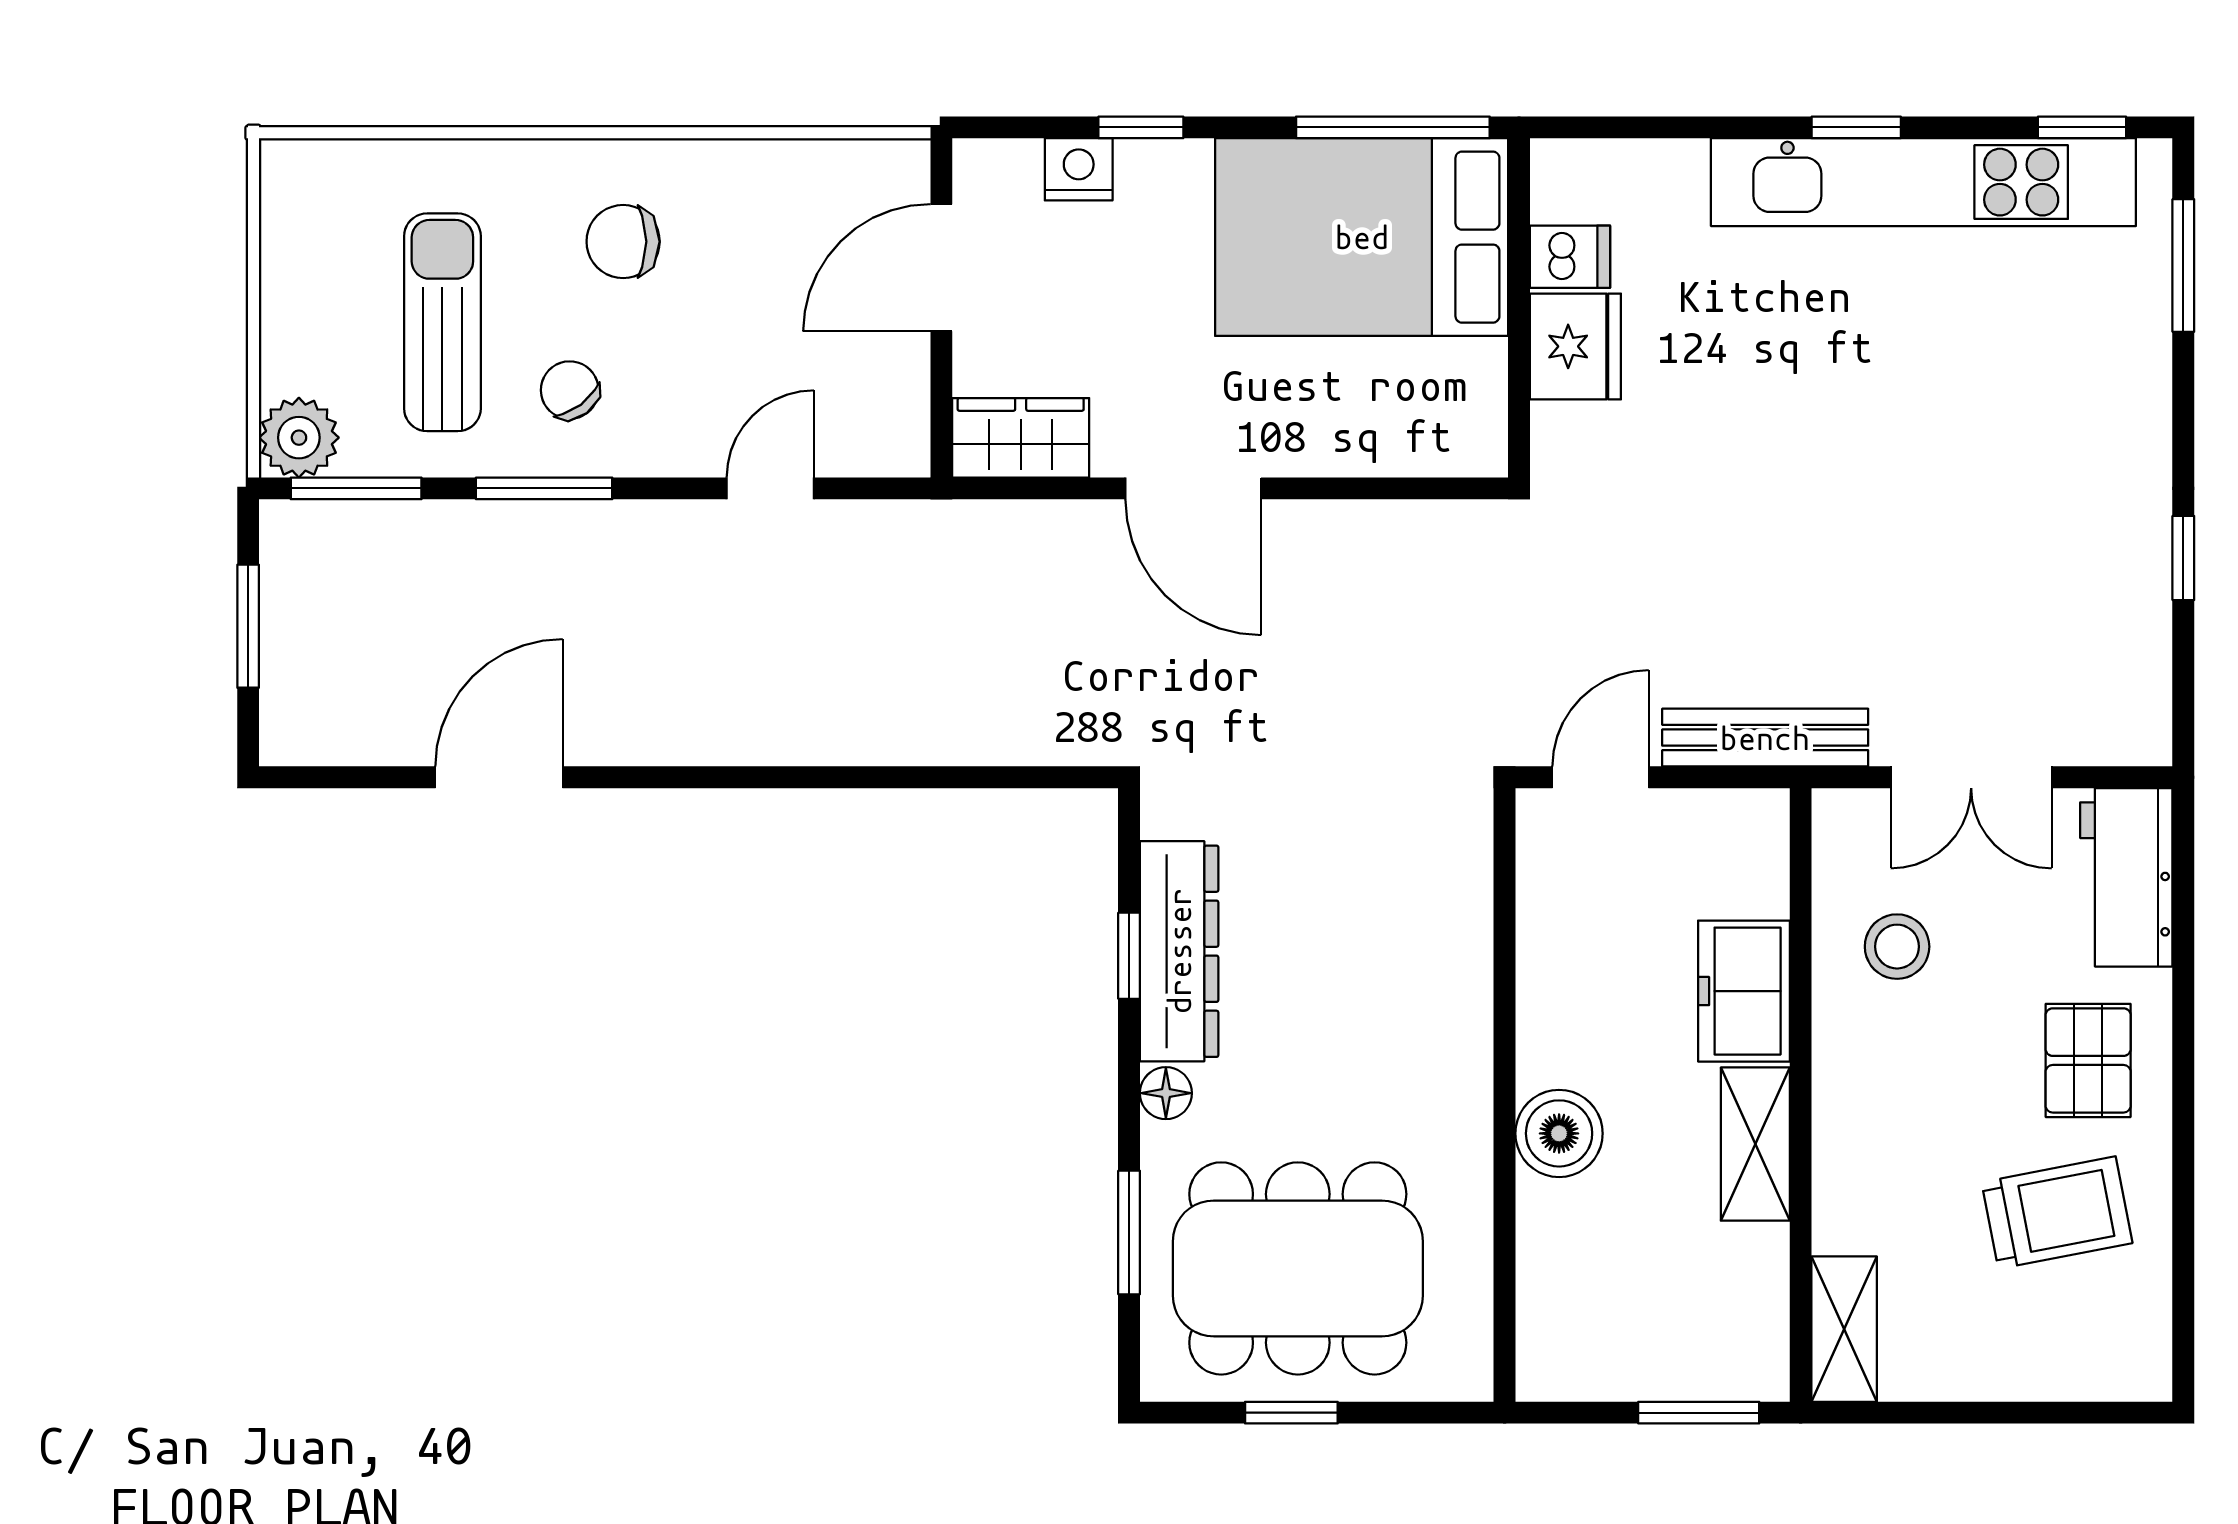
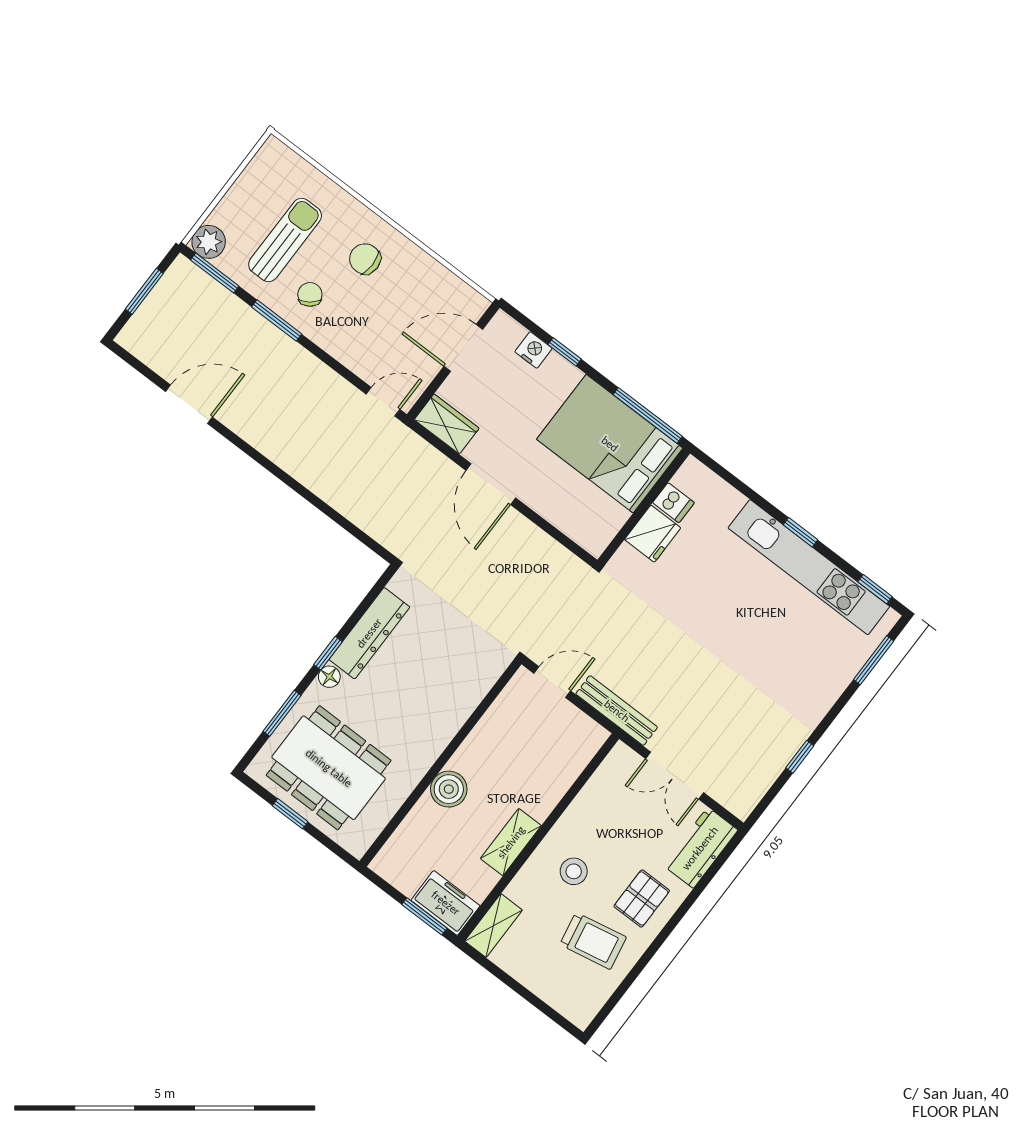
door: (770, 488) -> (383, 402), moved
stool: (1897, 947) -> (574, 871), moved
window: (1129, 956) -> (328, 653), moved
freezer: (1744, 991) -> (446, 903), moved, turned 90

